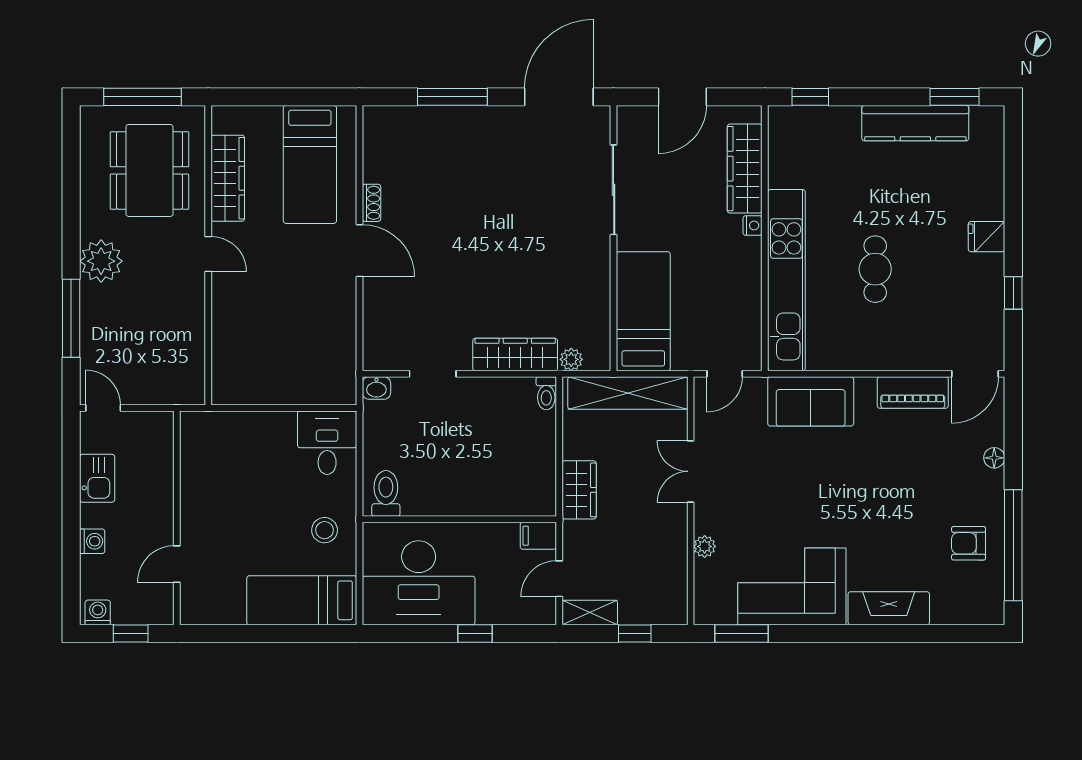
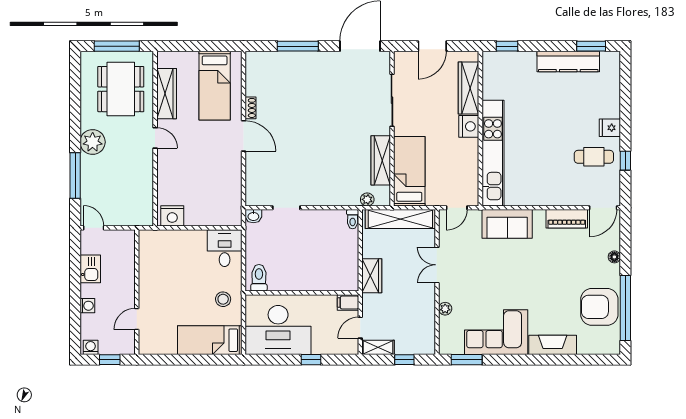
nightstand: (753, 225) -> (469, 126), width x1.89, depth x1.79
cafe table: (875, 269) -> (594, 157), moved, turned 90
wardrobe: (515, 355) -> (381, 160), moved, turned -90
nightstand: (237, 388) -> (172, 216), added
armchair: (969, 543) -> (599, 307), width x1.88, depth x1.88

